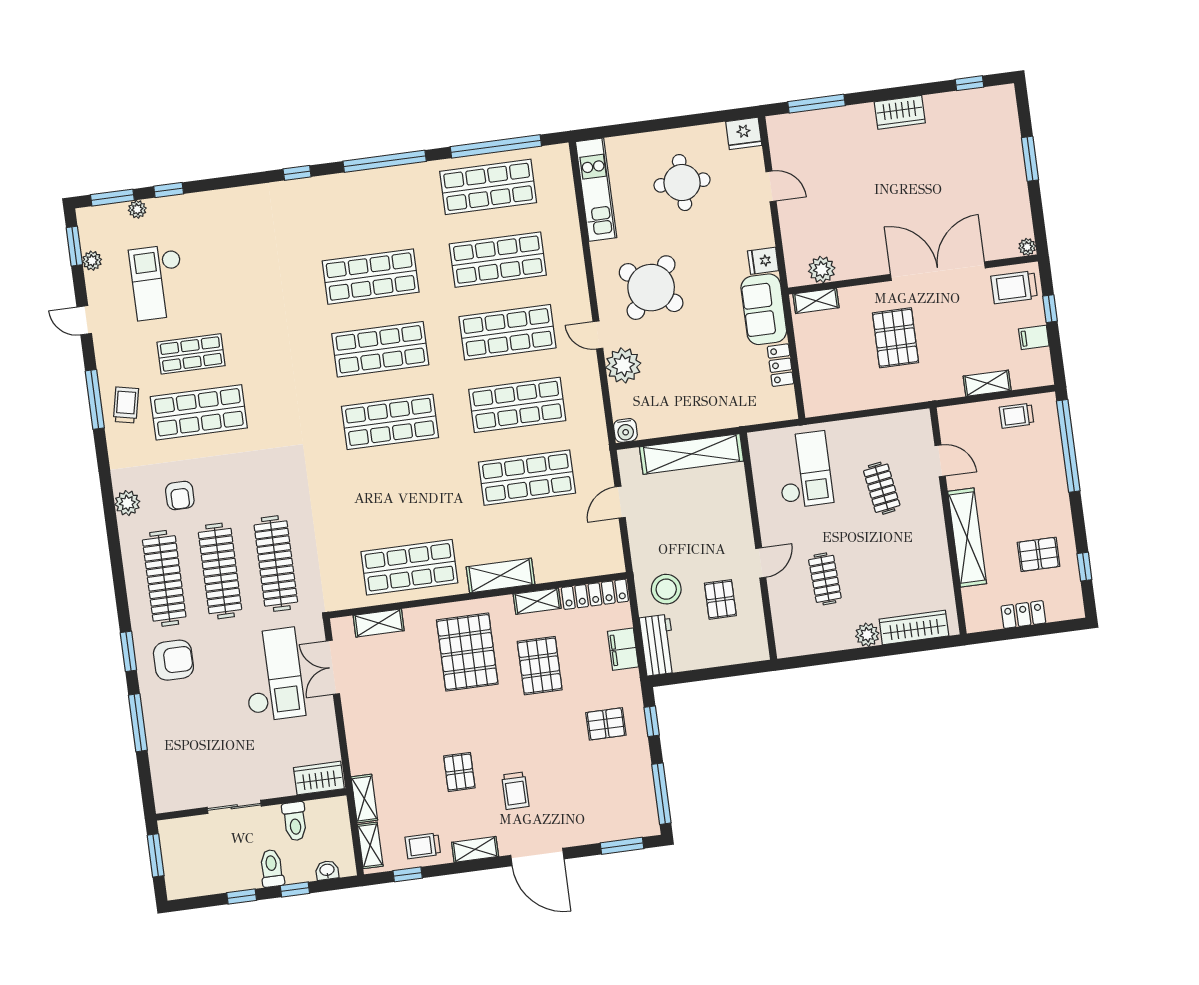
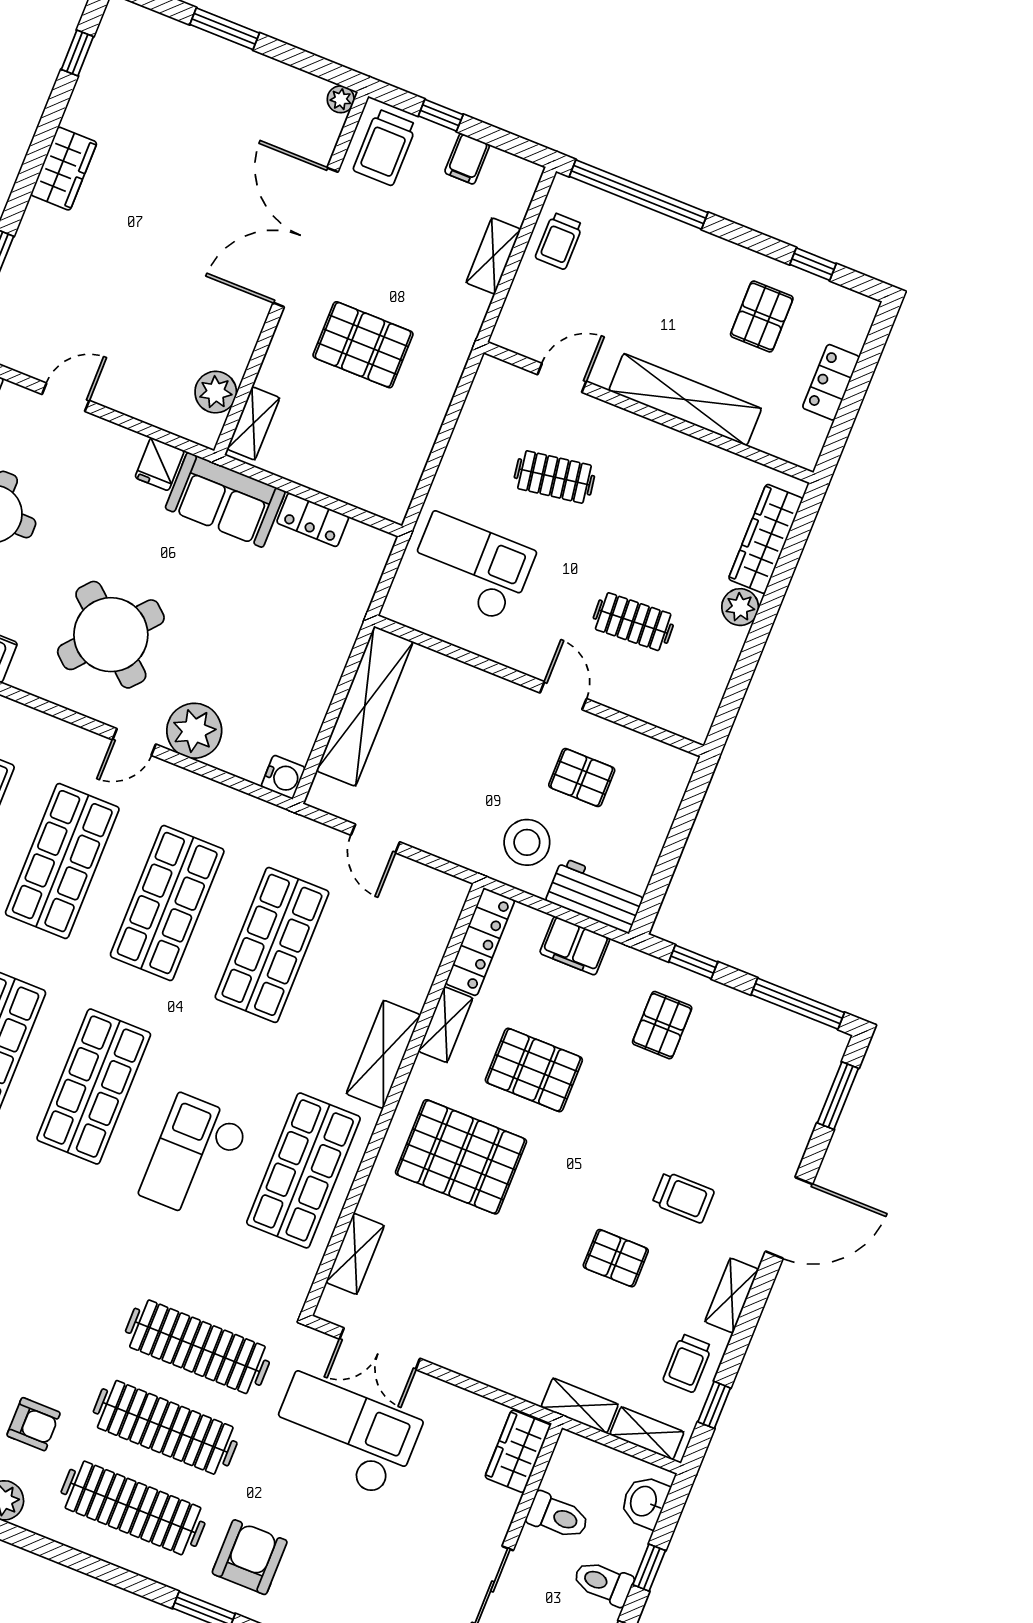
checkout: (382, 501) -> (194, 1157), added
washbasin: (327, 870) -> (645, 1502), width x1.38, depth x1.45

